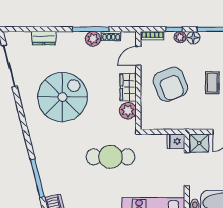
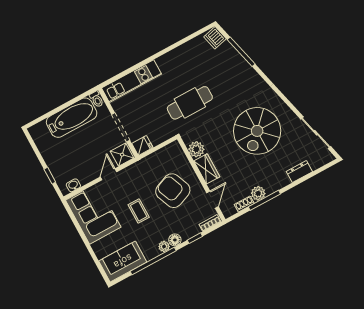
plant: (180, 37) -> (164, 246), moved

